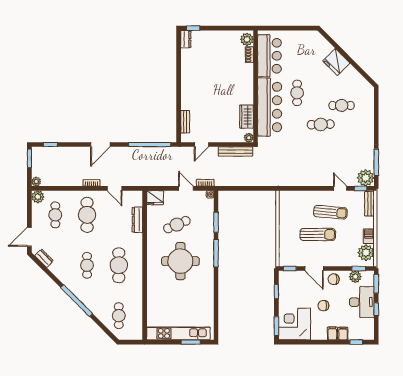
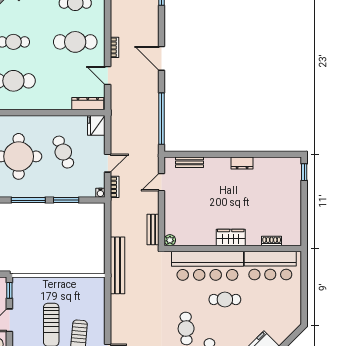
dresser: (186, 39) -> (242, 163), moved
plant: (247, 39) -> (290, 238), removed
wardrobe: (247, 117) -> (231, 238), moved
door: (201, 145) -> (161, 182), hinge flipped
bench: (236, 151) -> (153, 230), width x0.73
bench: (269, 180) -> (117, 265), added
door: (115, 188) -> (108, 76), hinge flipped
dresser: (137, 220) -> (88, 104), moved

